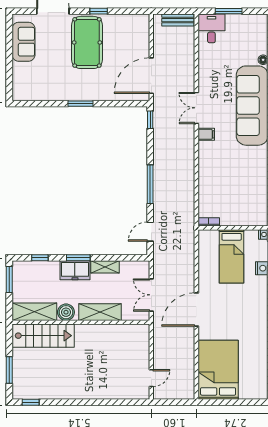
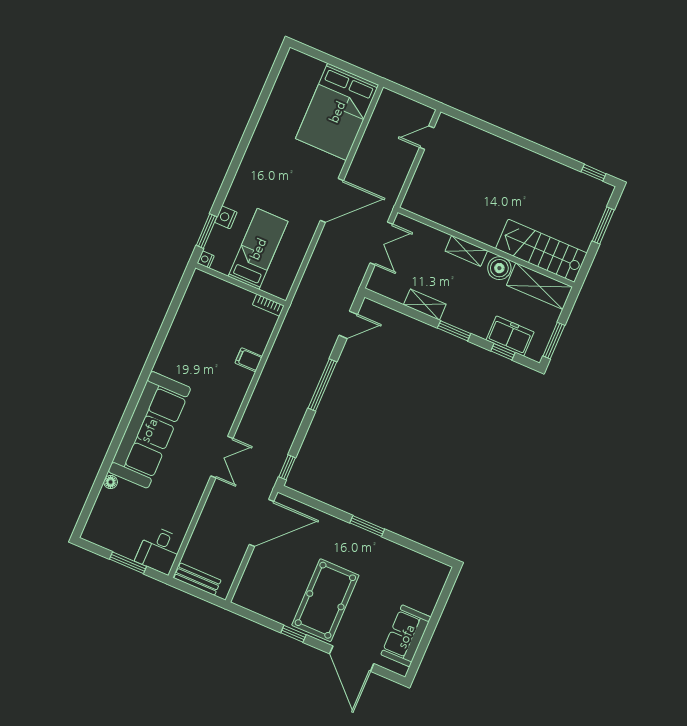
filing cabinet: (206, 134) -> (249, 360), moved
freezer: (75, 270) -> (510, 336), moved
shelving: (100, 312) -> (466, 251), width x0.67, depth x0.75

